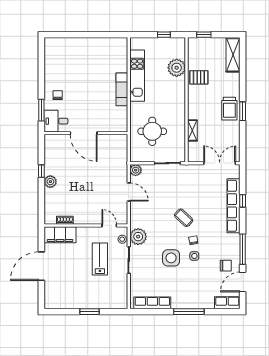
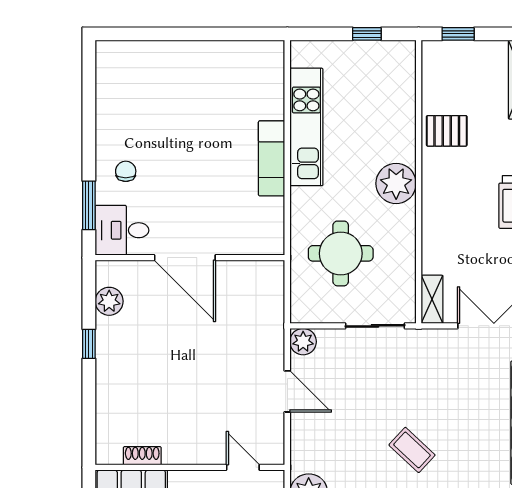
plant: (177, 68) -> (396, 183), moved
shelving: (192, 130) -> (432, 299), moved
plant: (50, 182) -> (109, 301), moved

